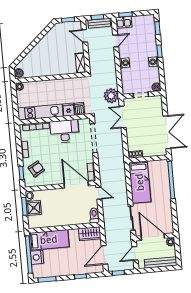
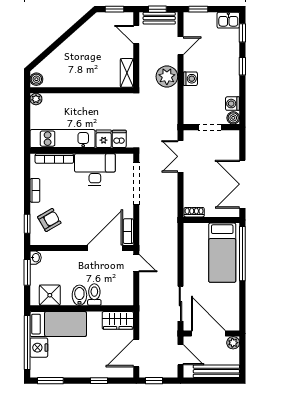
kitchen sink: (124, 22) -> (228, 20), moved
washing machine: (154, 62) -> (233, 104), moved
plant: (111, 96) -> (167, 77), moved
double door: (167, 132) -> (242, 184), swing flipped
bed: (140, 182) -> (222, 253), moved
door: (76, 185) -> (105, 248), hinge flipped
shower: (34, 208) -> (50, 295), moved
toilet: (94, 215) -> (94, 295), moved
bidet: (62, 219) -> (79, 295), added
door: (135, 253) -> (180, 355), swing flipped

